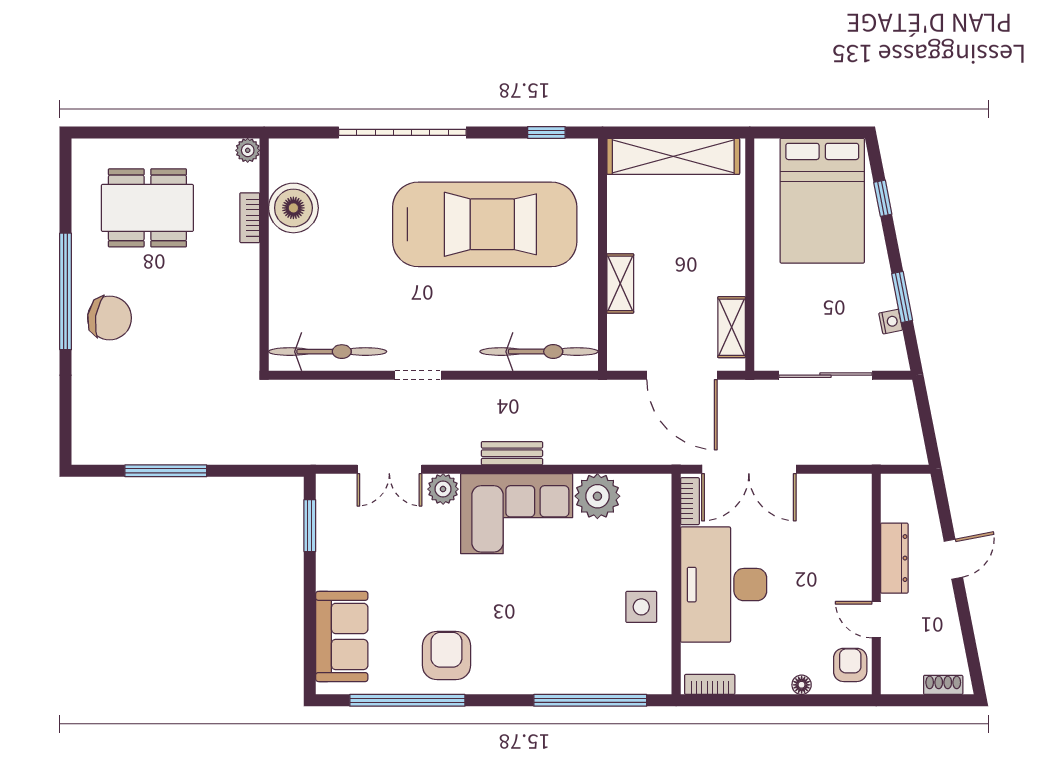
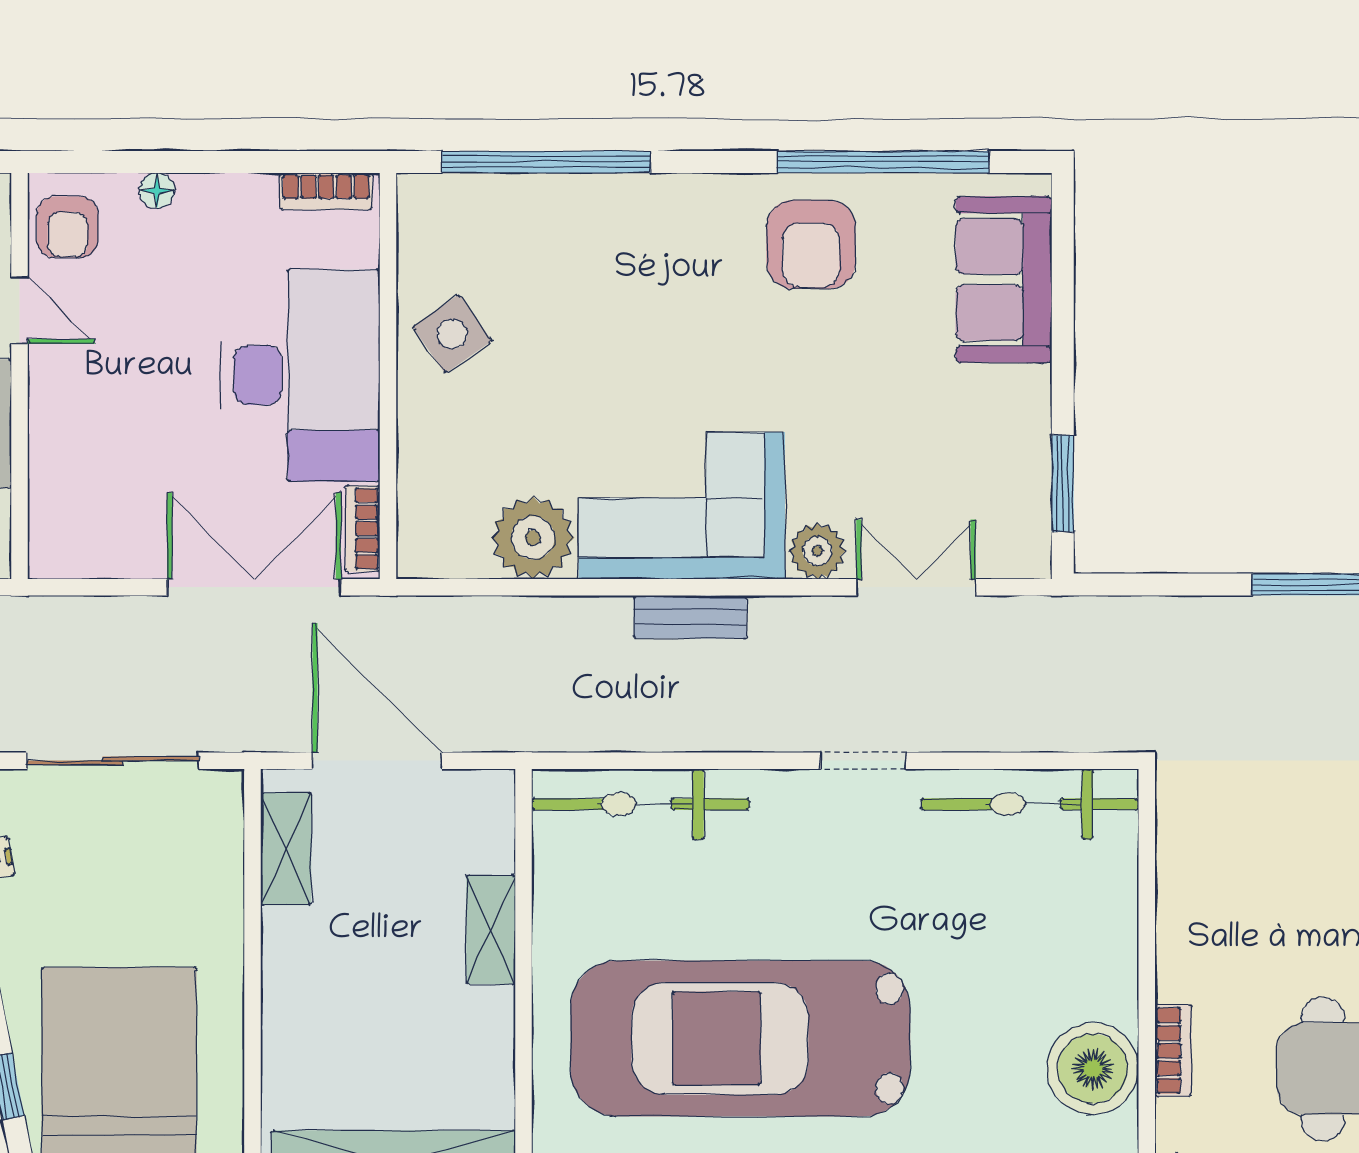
side table: (641, 607) -> (452, 334), turned -35

